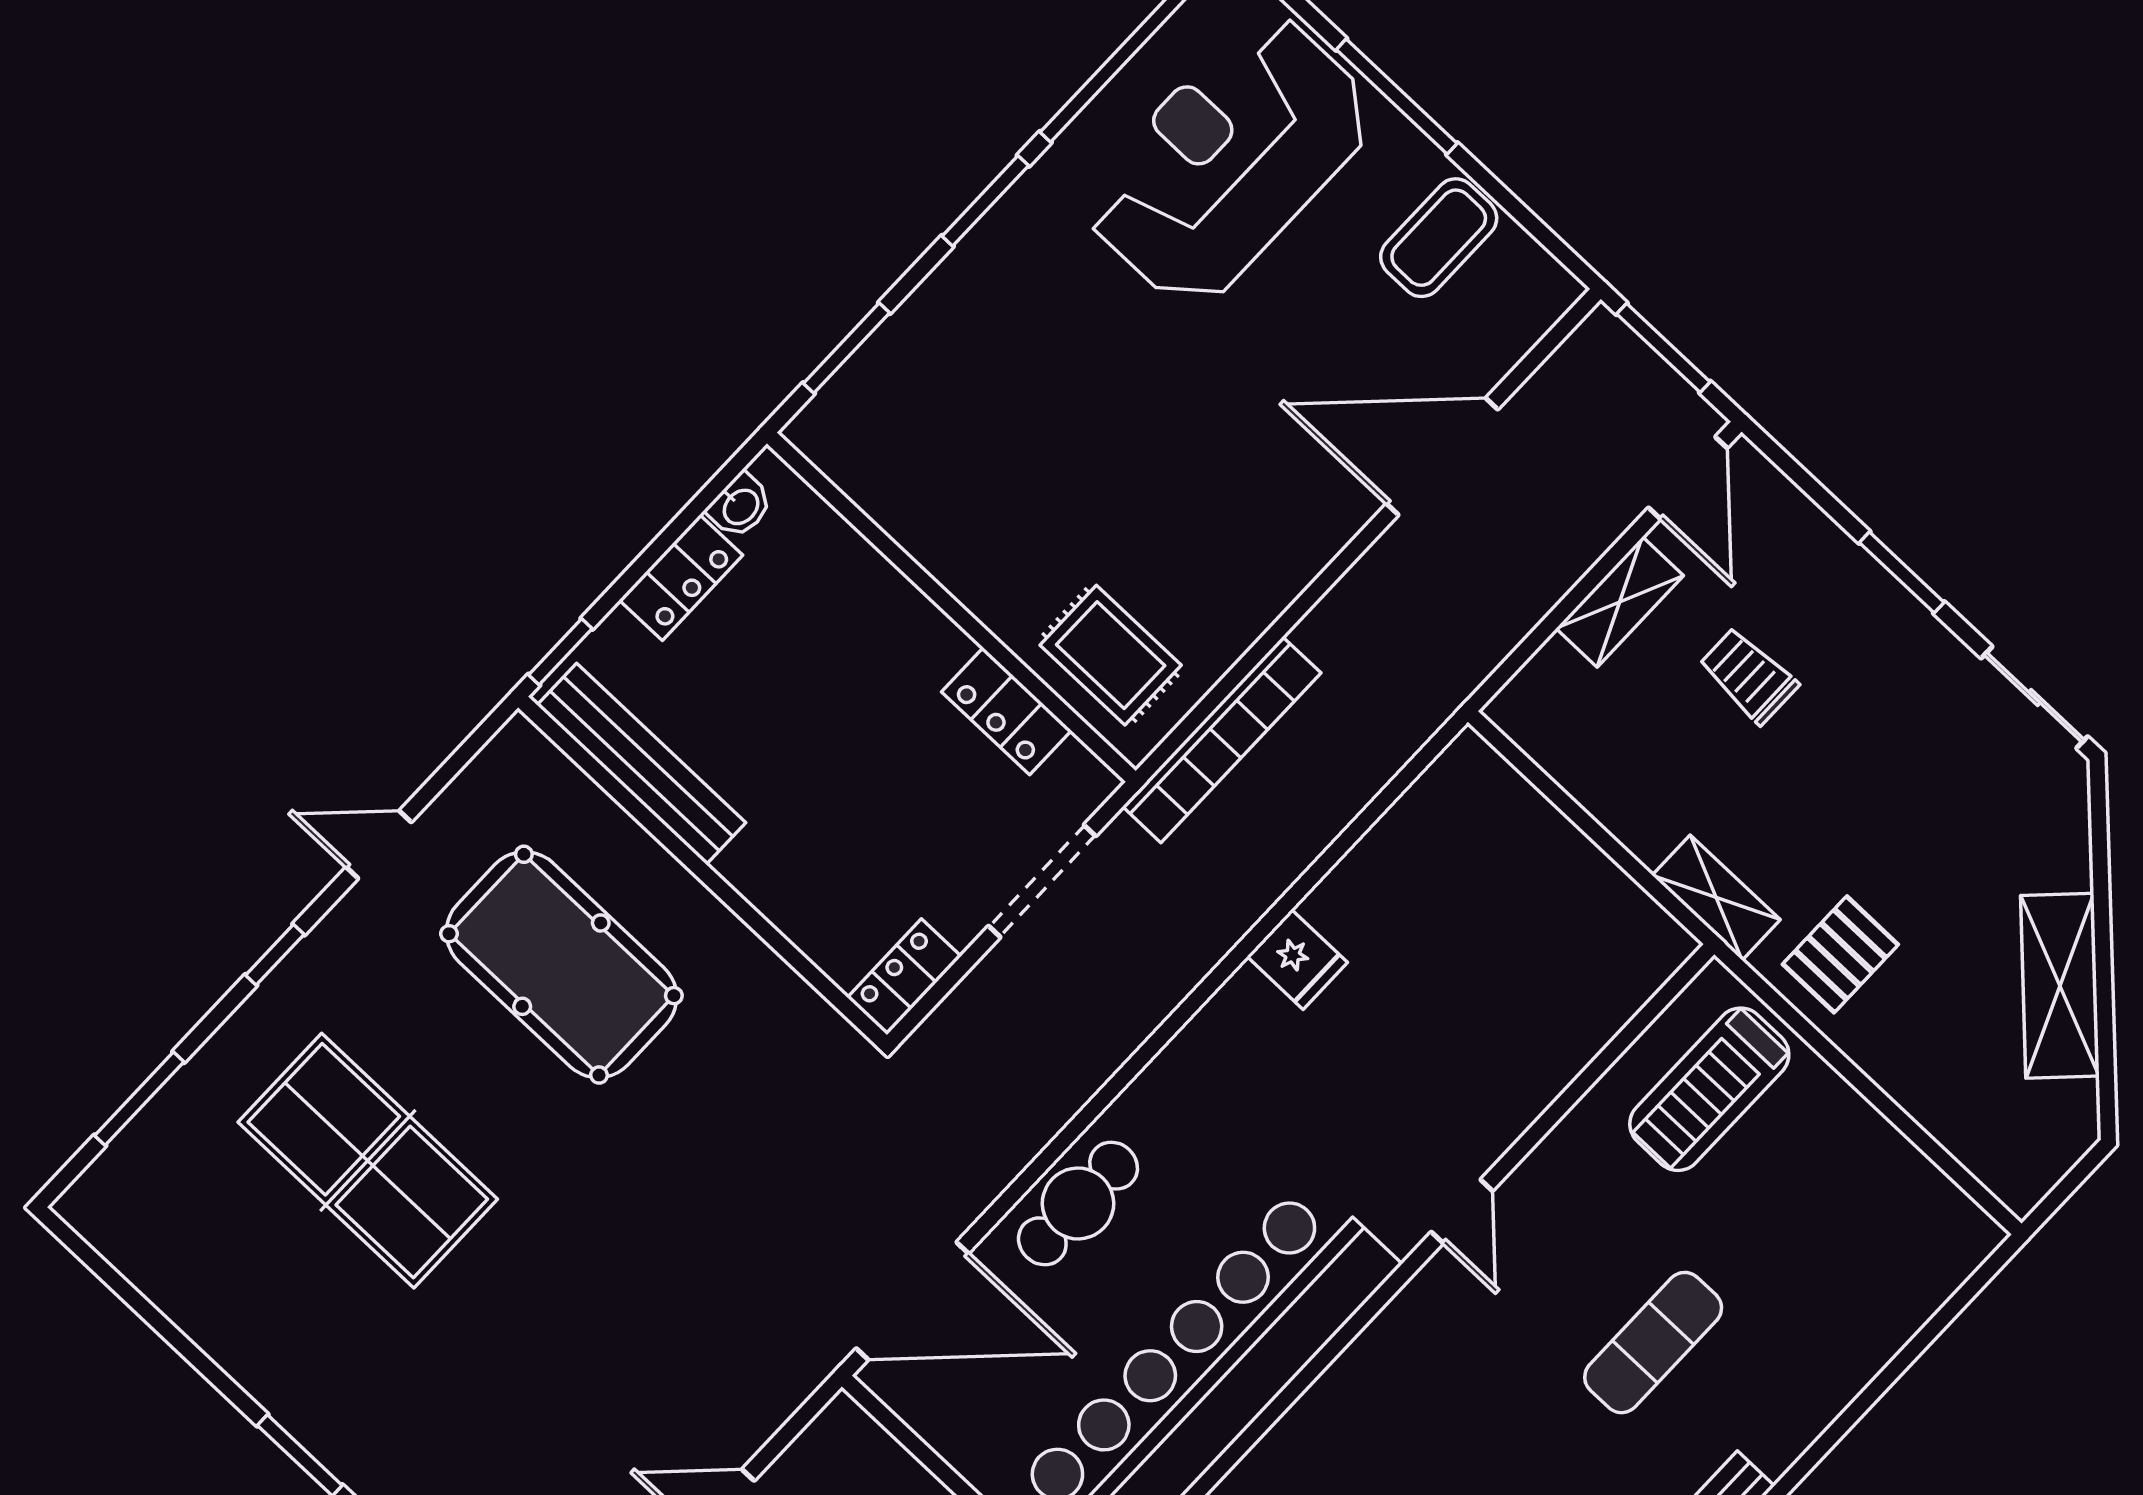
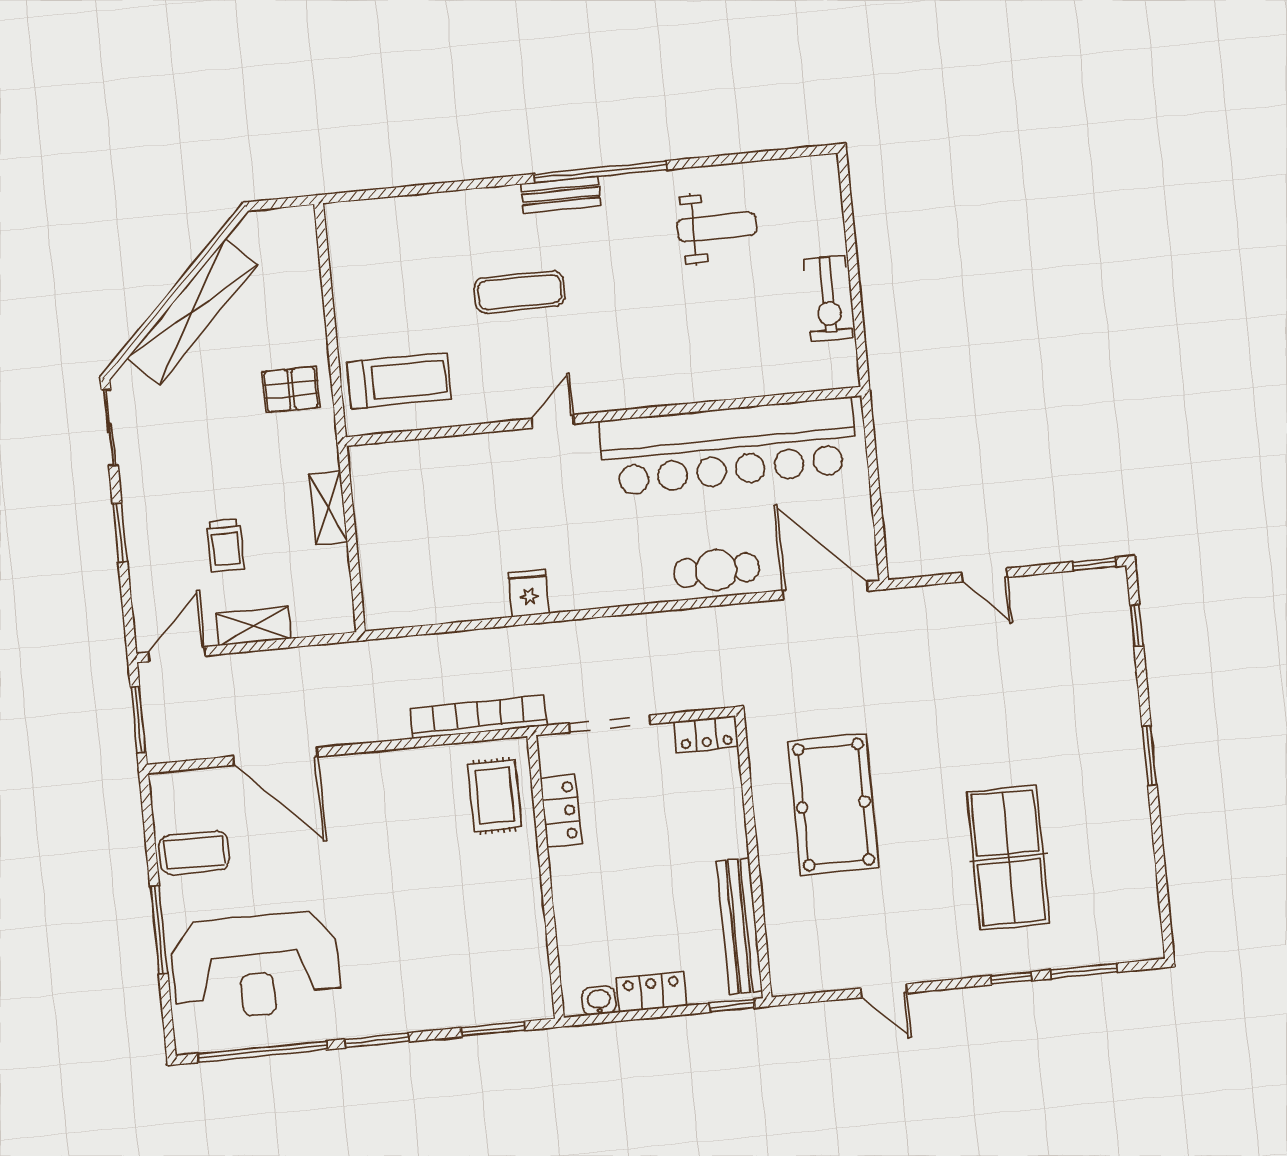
shelving: (1716, 898) -> (328, 508), moved
window: (275, 955) -> (1011, 978), moved
pool table: (561, 965) -> (833, 804), moved
shelving: (2060, 986) -> (192, 312), width x1.47

